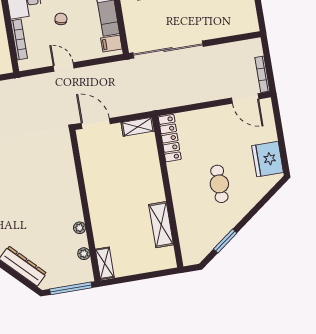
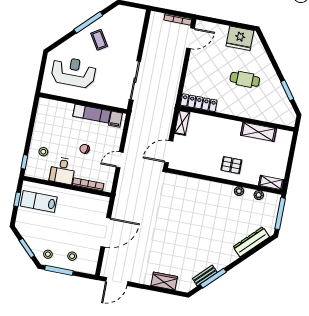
sliding door: (168, 50) -> (135, 80), width x0.73
pallet: (108, 207) -> (231, 165), added

